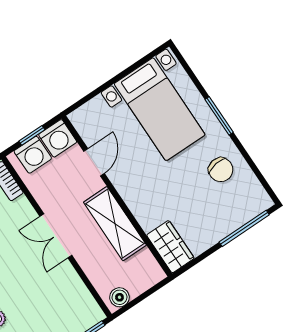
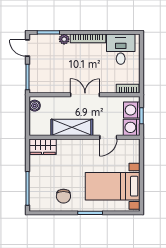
door: (94, 162) -> (108, 137), hinge flipped
chair: (221, 170) -> (63, 196), turned -82

